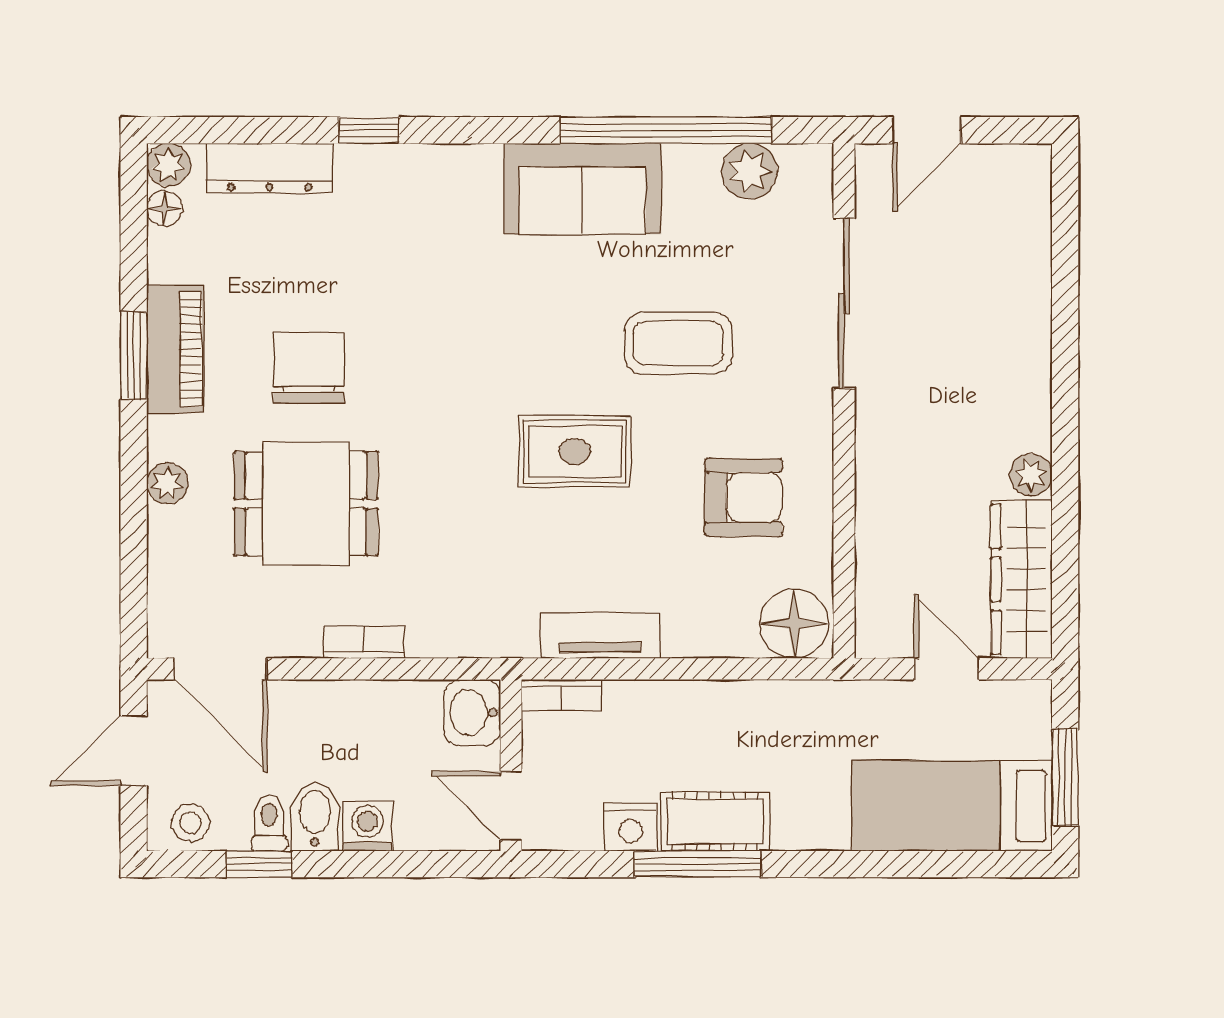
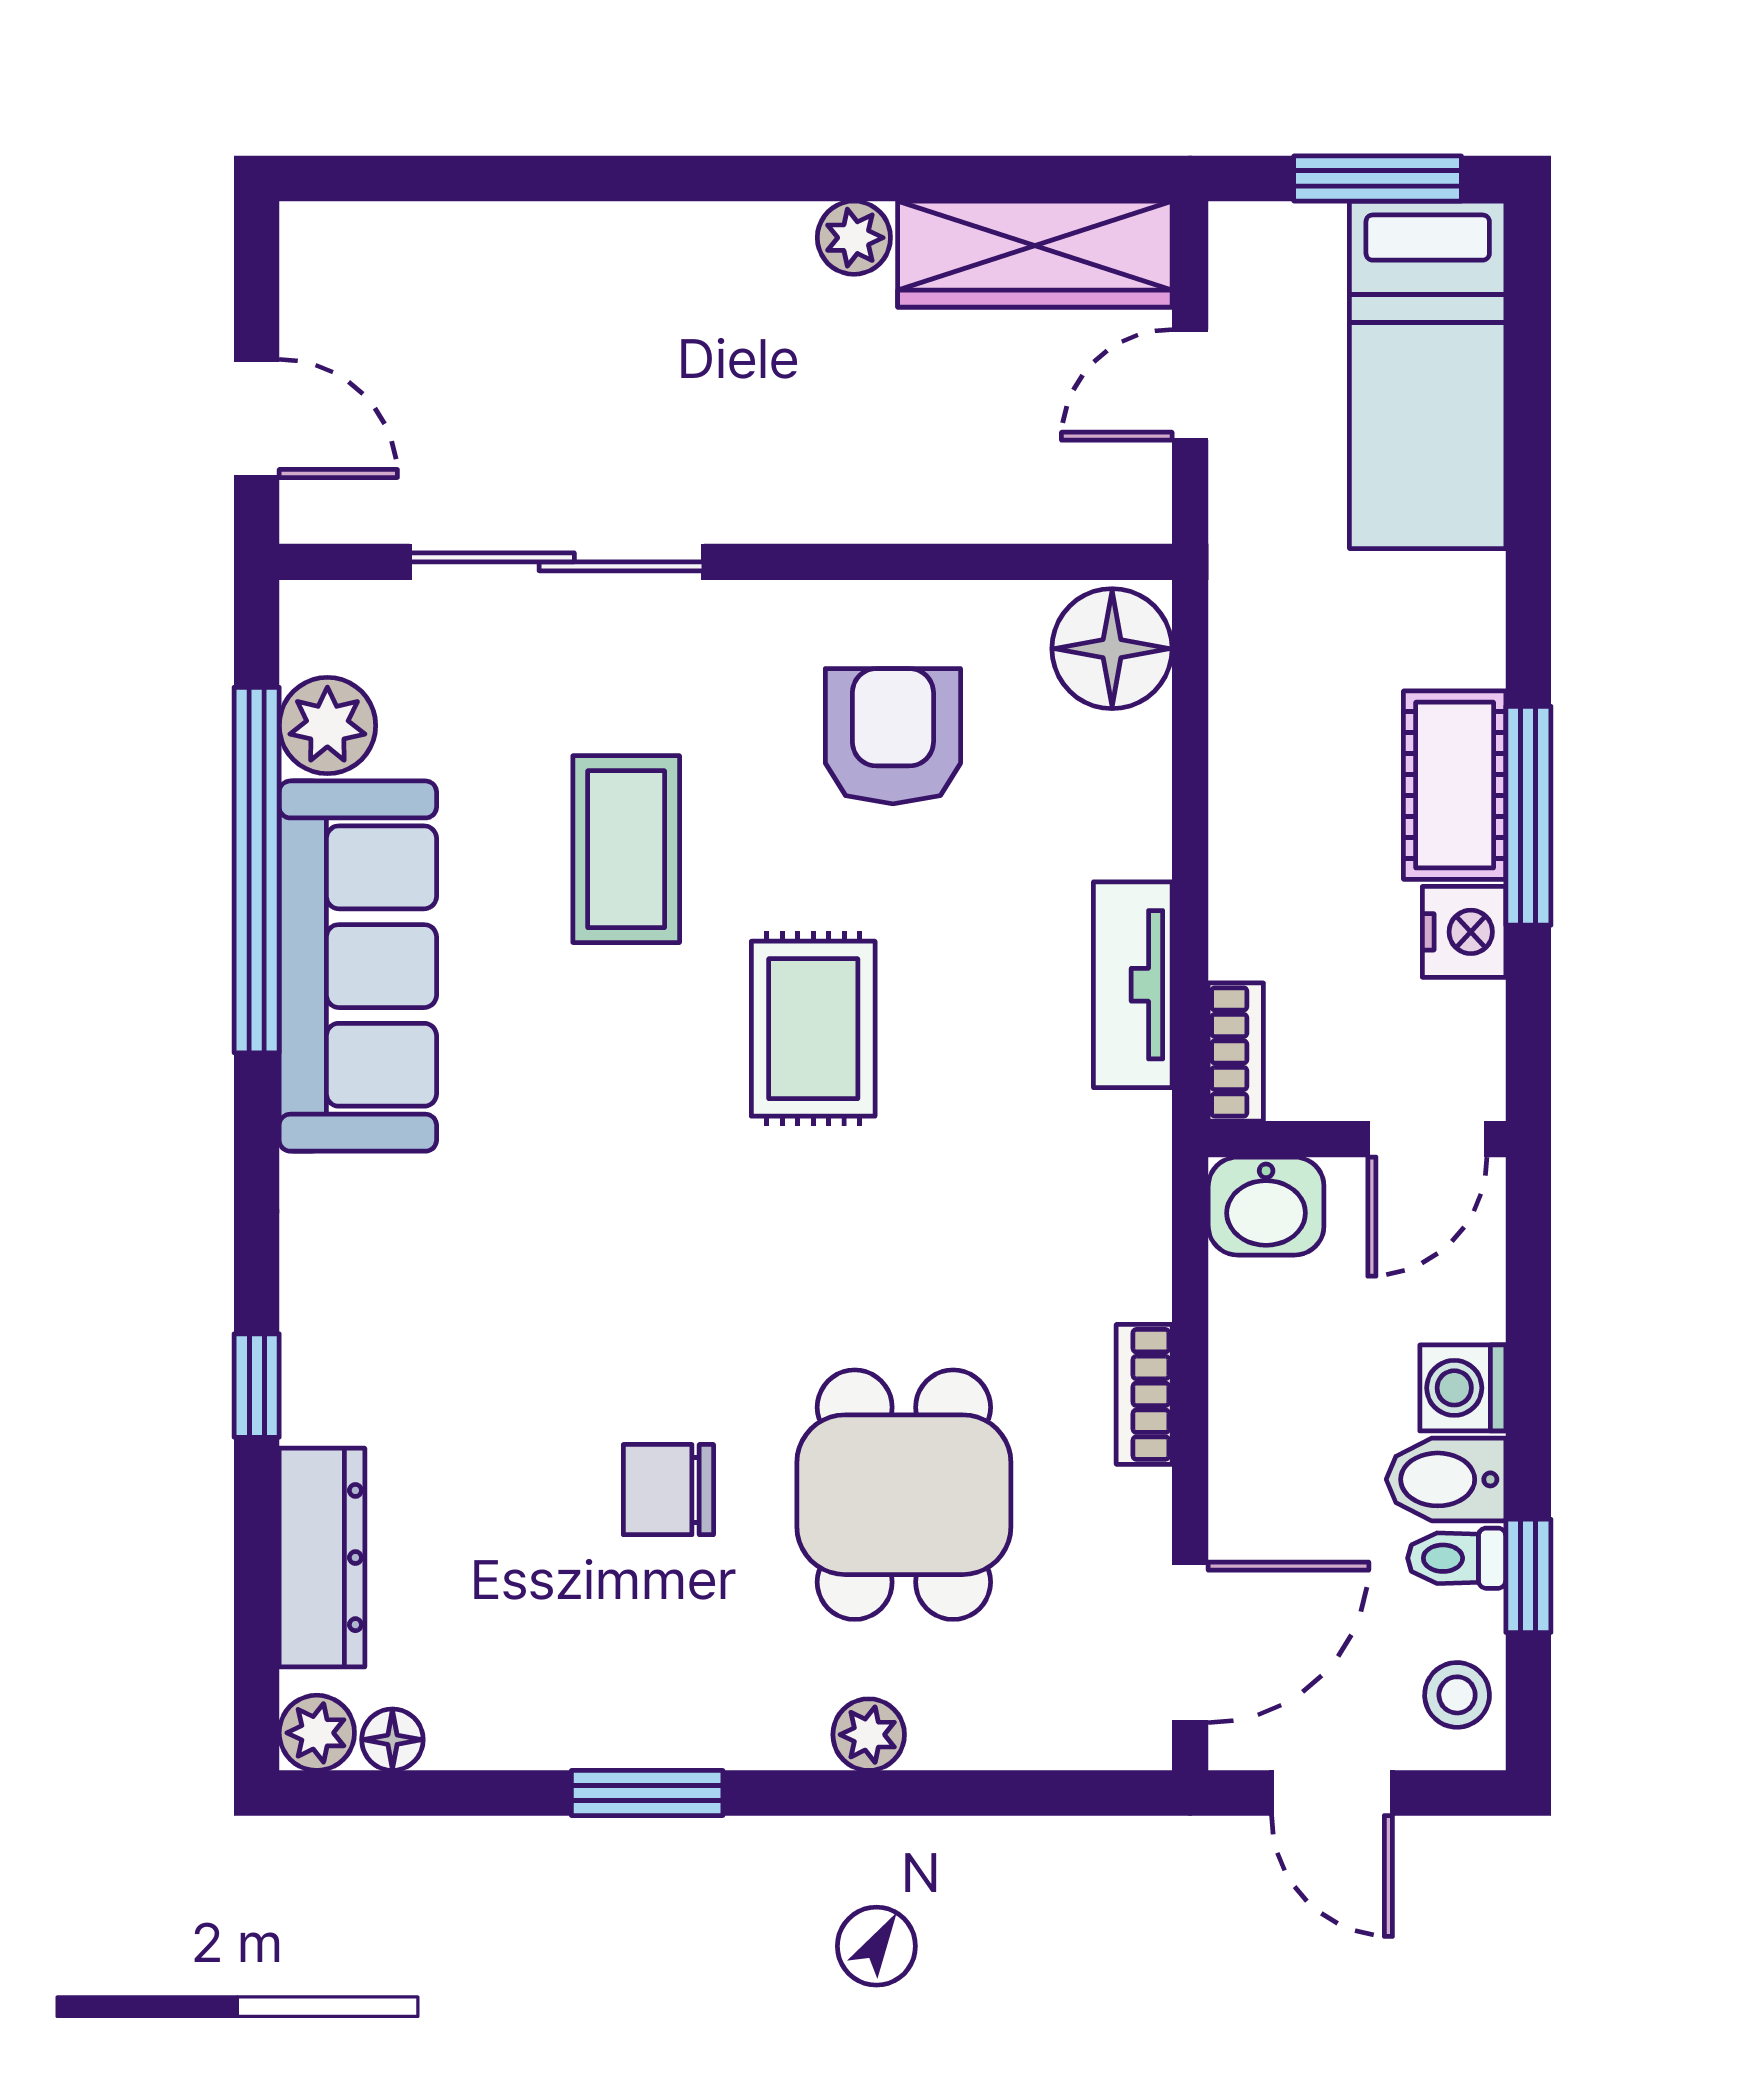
sofa: (583, 189) -> (358, 966), width x1.36
piano: (175, 349) -> (635, 1721), removed
chair: (309, 368) -> (668, 1490), width x0.73, depth x0.73

